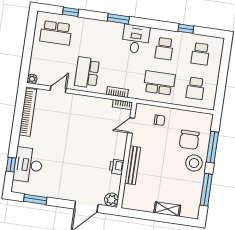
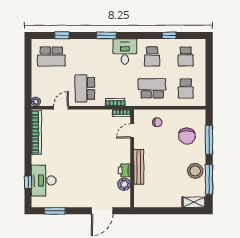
stool: (194, 163) -> (195, 171), moved
plant: (111, 200) -> (124, 184), moved
shelving: (167, 209) -> (194, 202), moved

